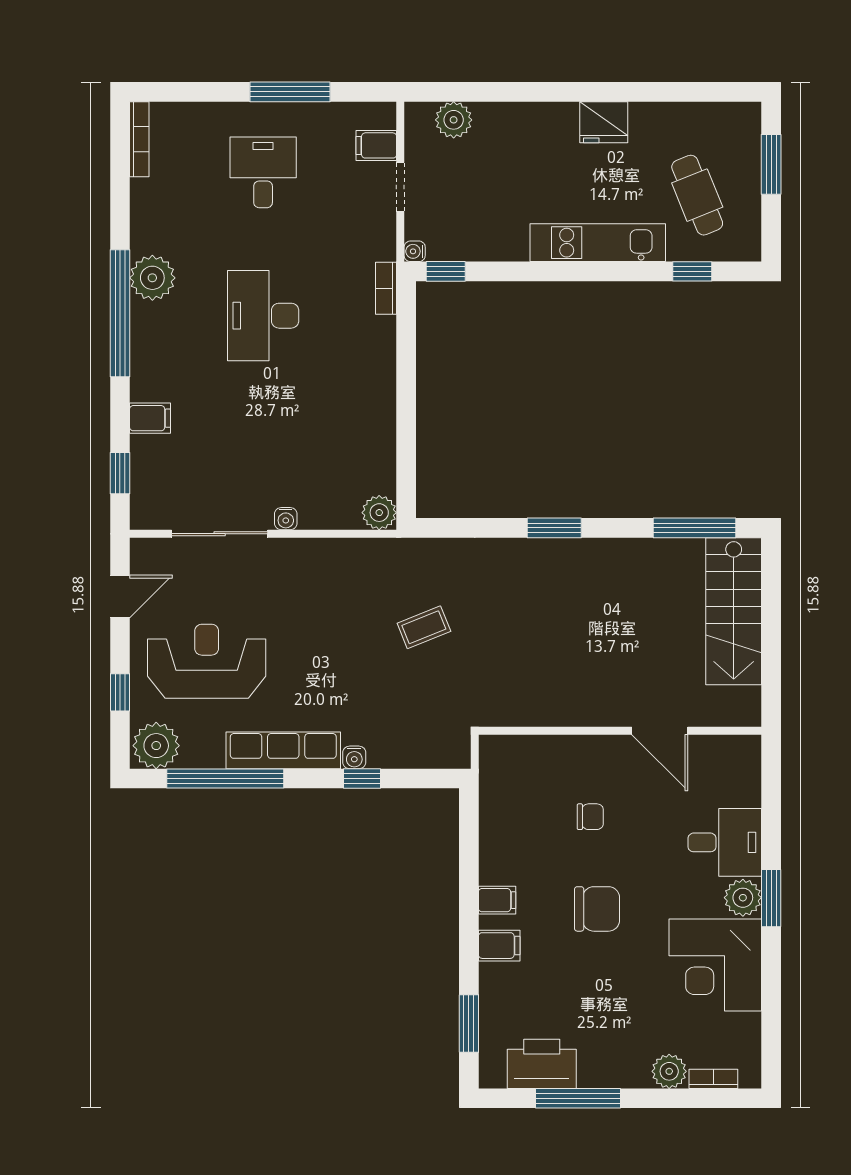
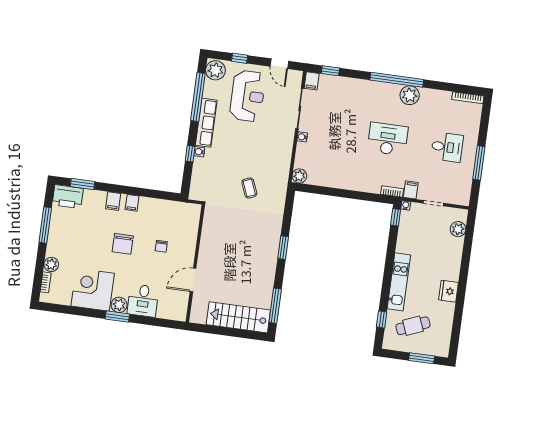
filing cabinet: (376, 145) -> (411, 190), moved
filing cabinet: (150, 418) -> (312, 81), moved
printer: (542, 1064) -> (68, 197), moved, turned 90

